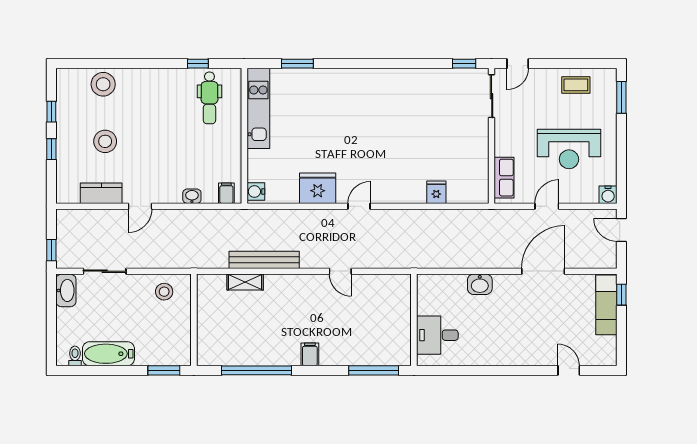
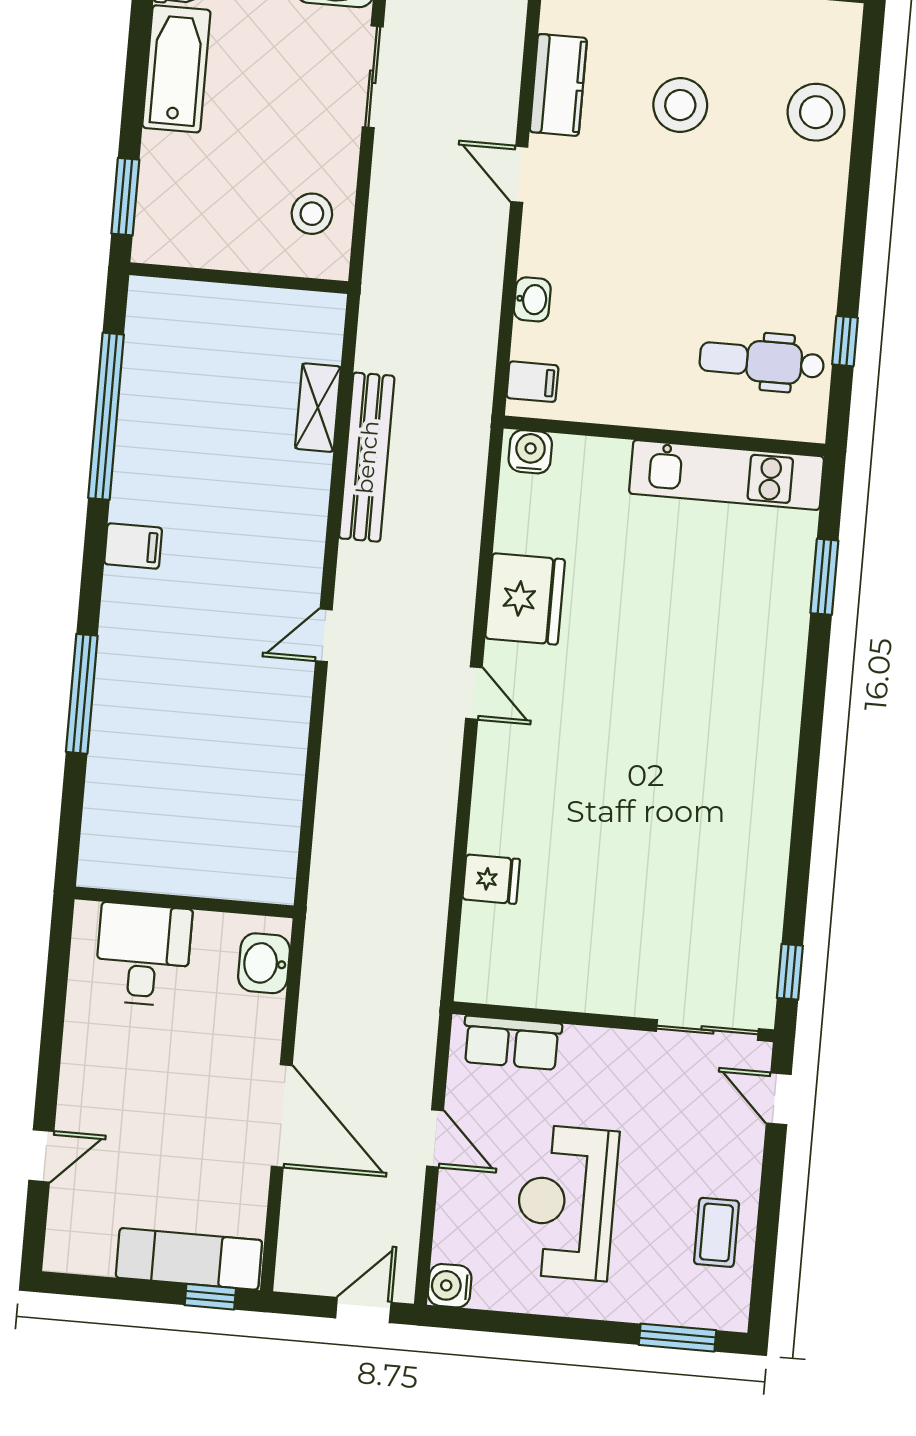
wall: (414, 320) -> (184, 902), moved
desk: (437, 335) -> (143, 955), moved

